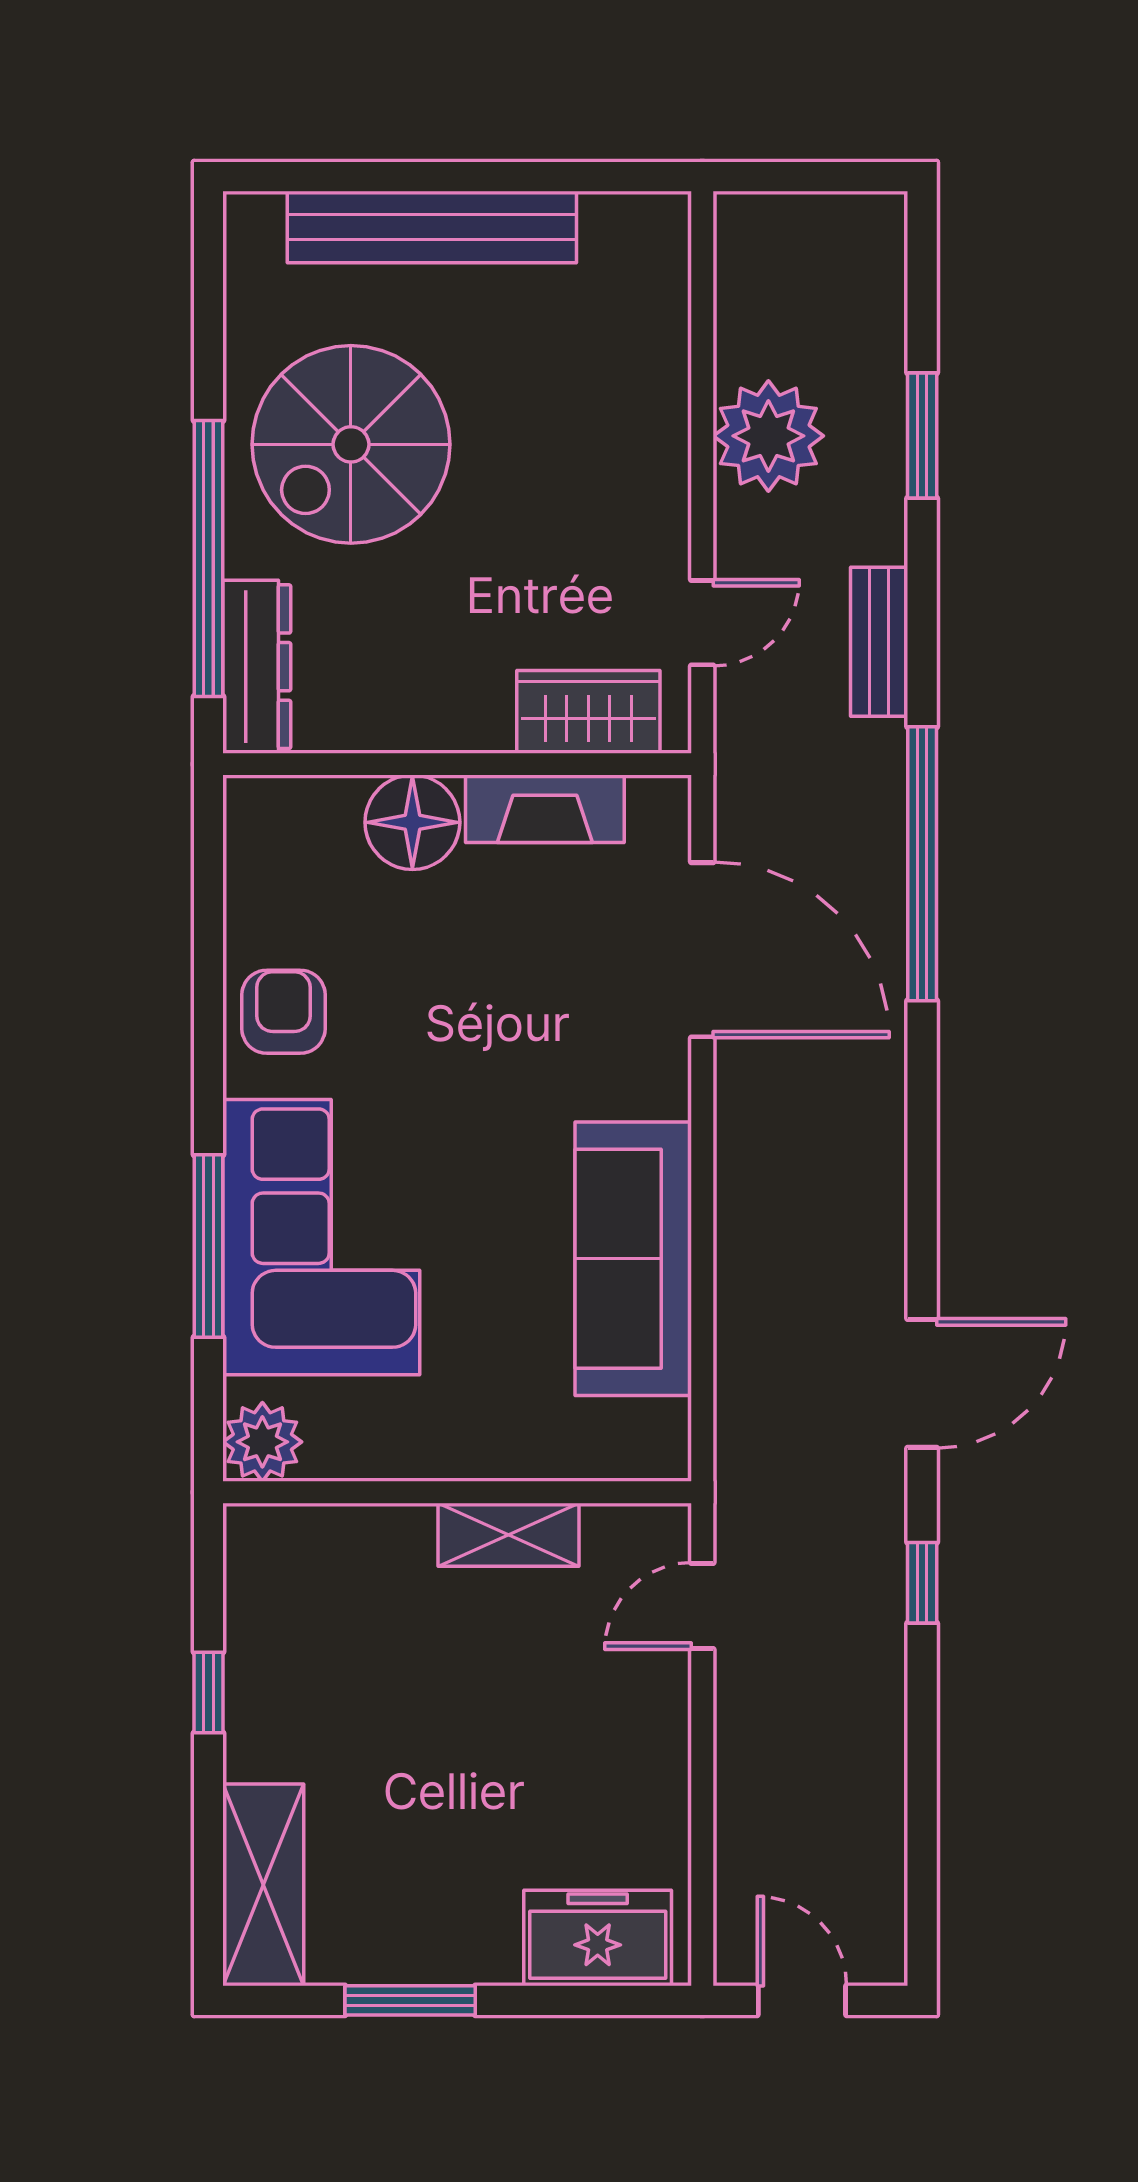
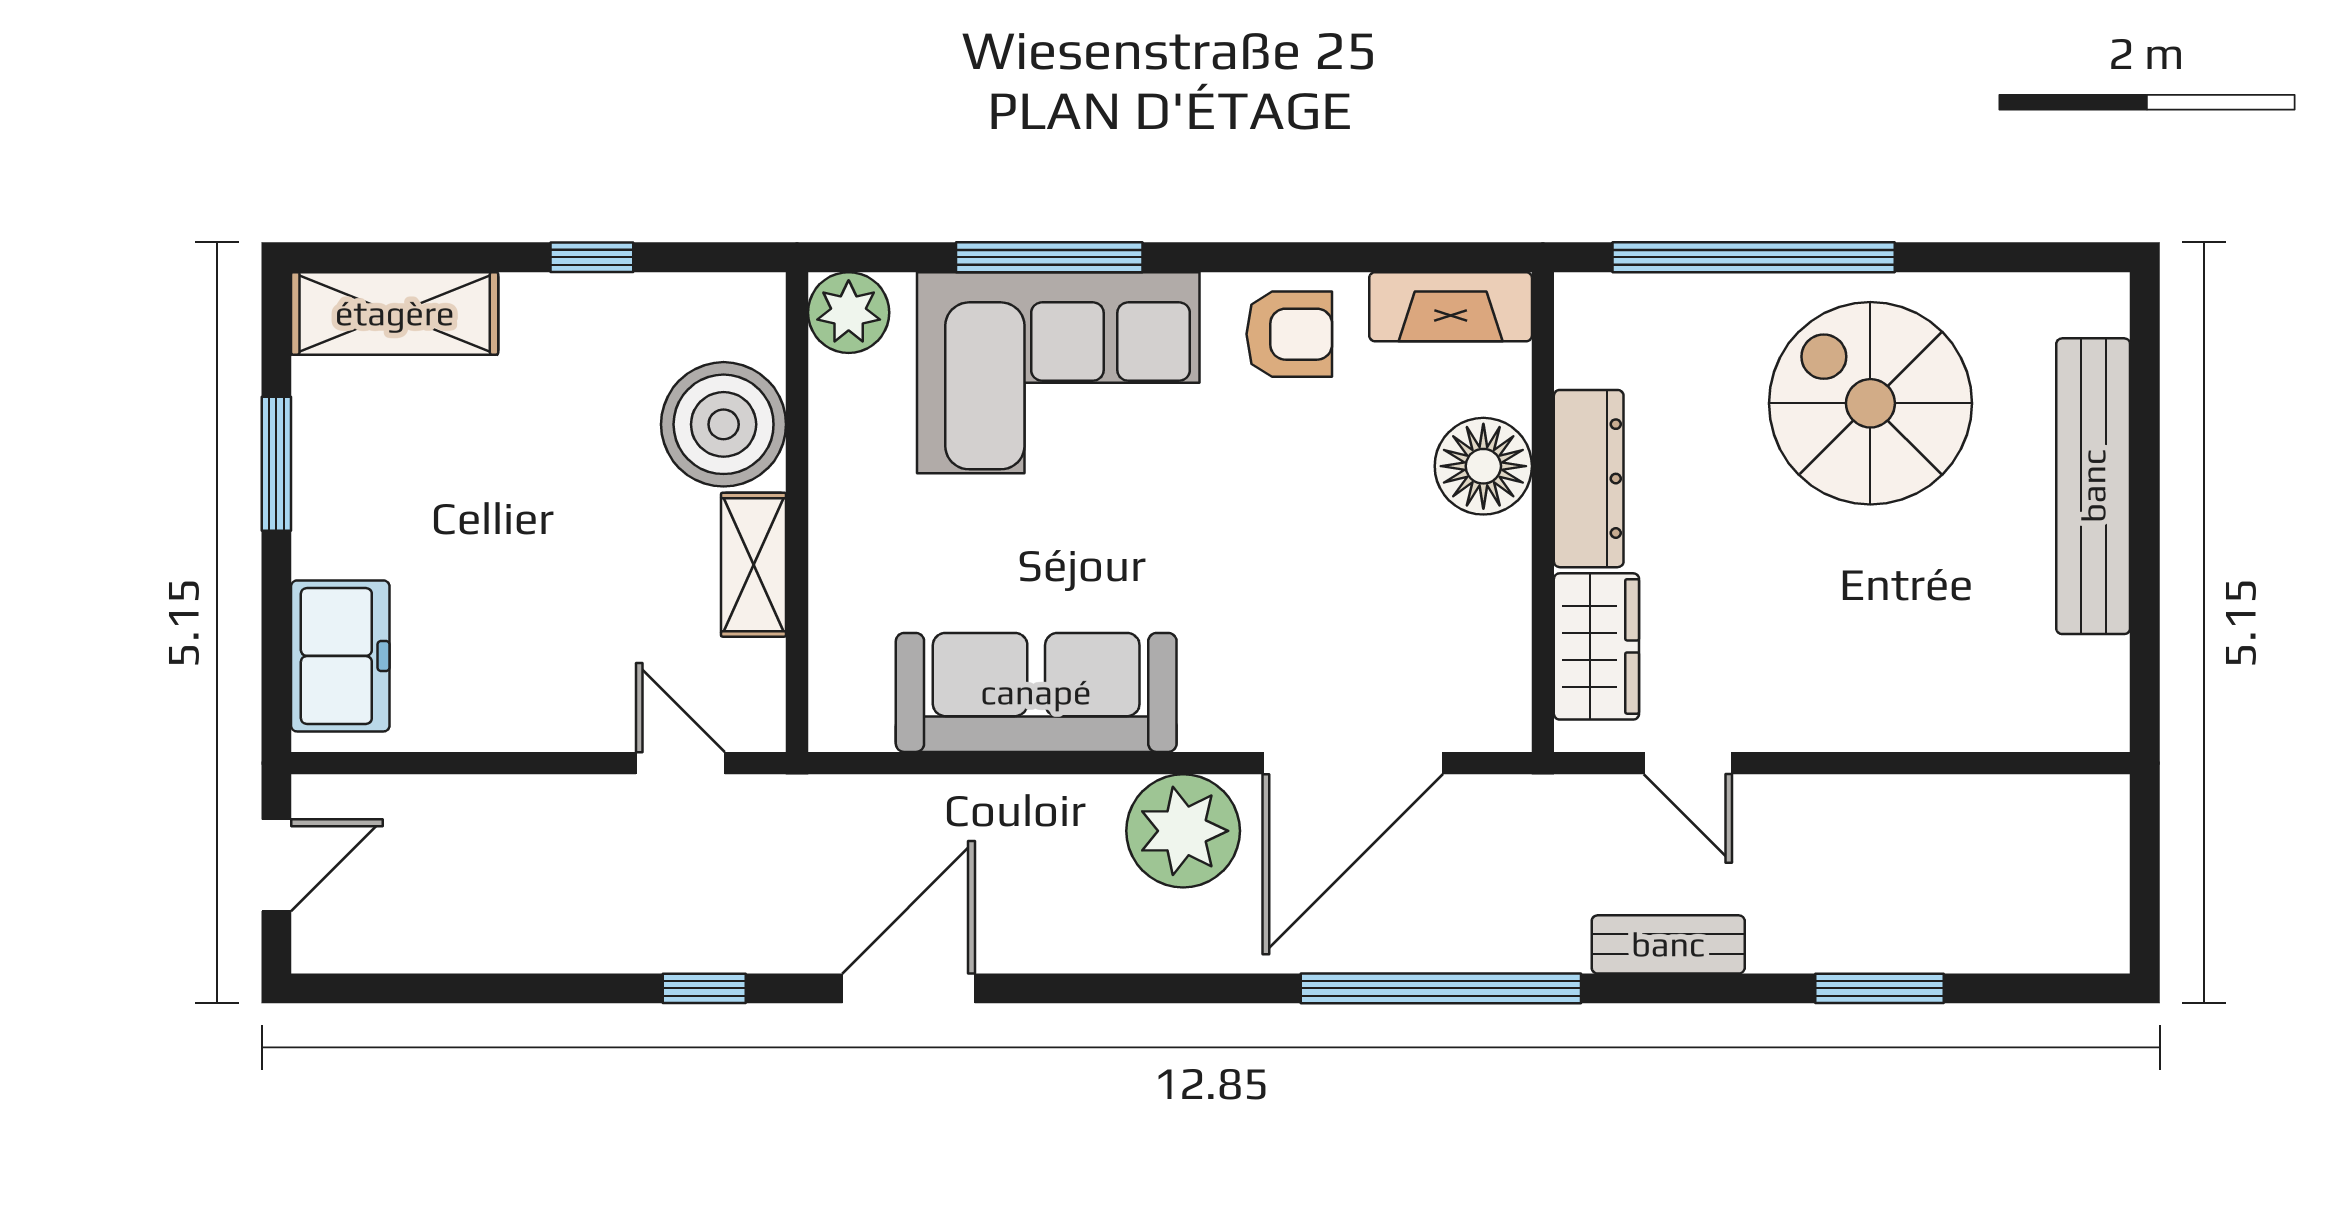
plant: (768, 436) -> (1183, 831), moved
dresser: (257, 667) -> (1589, 479), moved, turned -90
fireplace: (545, 809) -> (1451, 307), moved, turned -90
door: (922, 1383) -> (909, 988), swing flipped
boiler: (372, 1564) -> (724, 424), added

